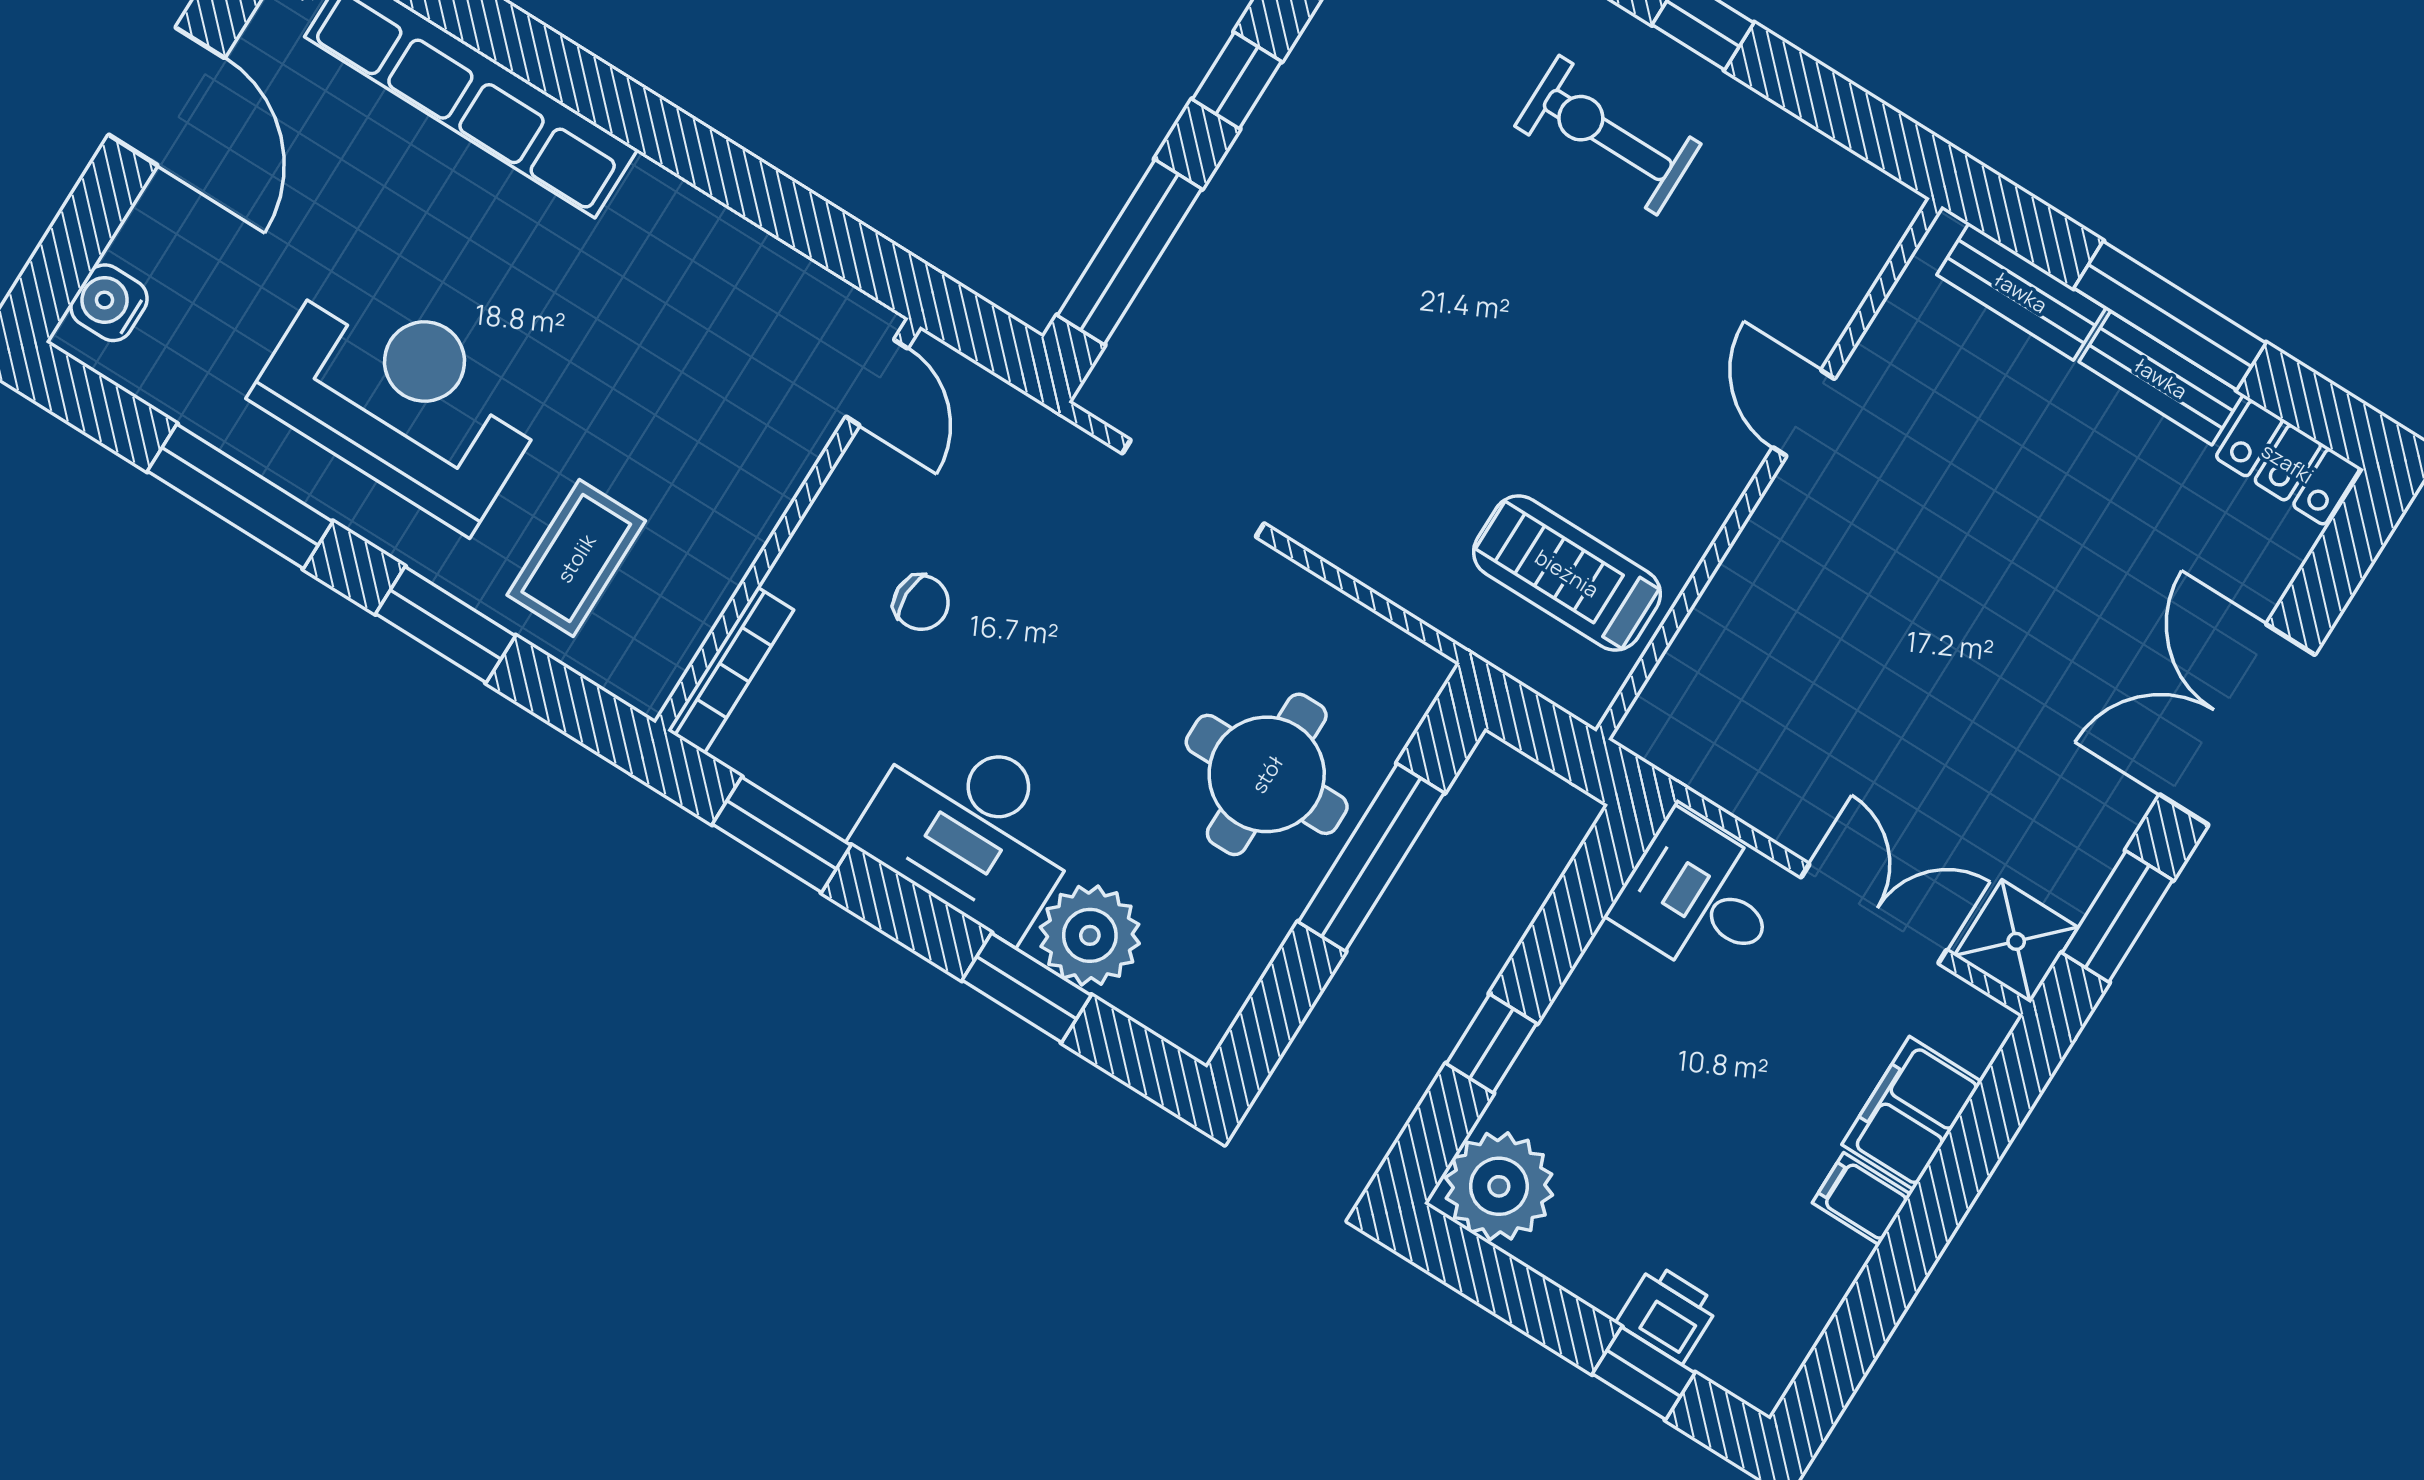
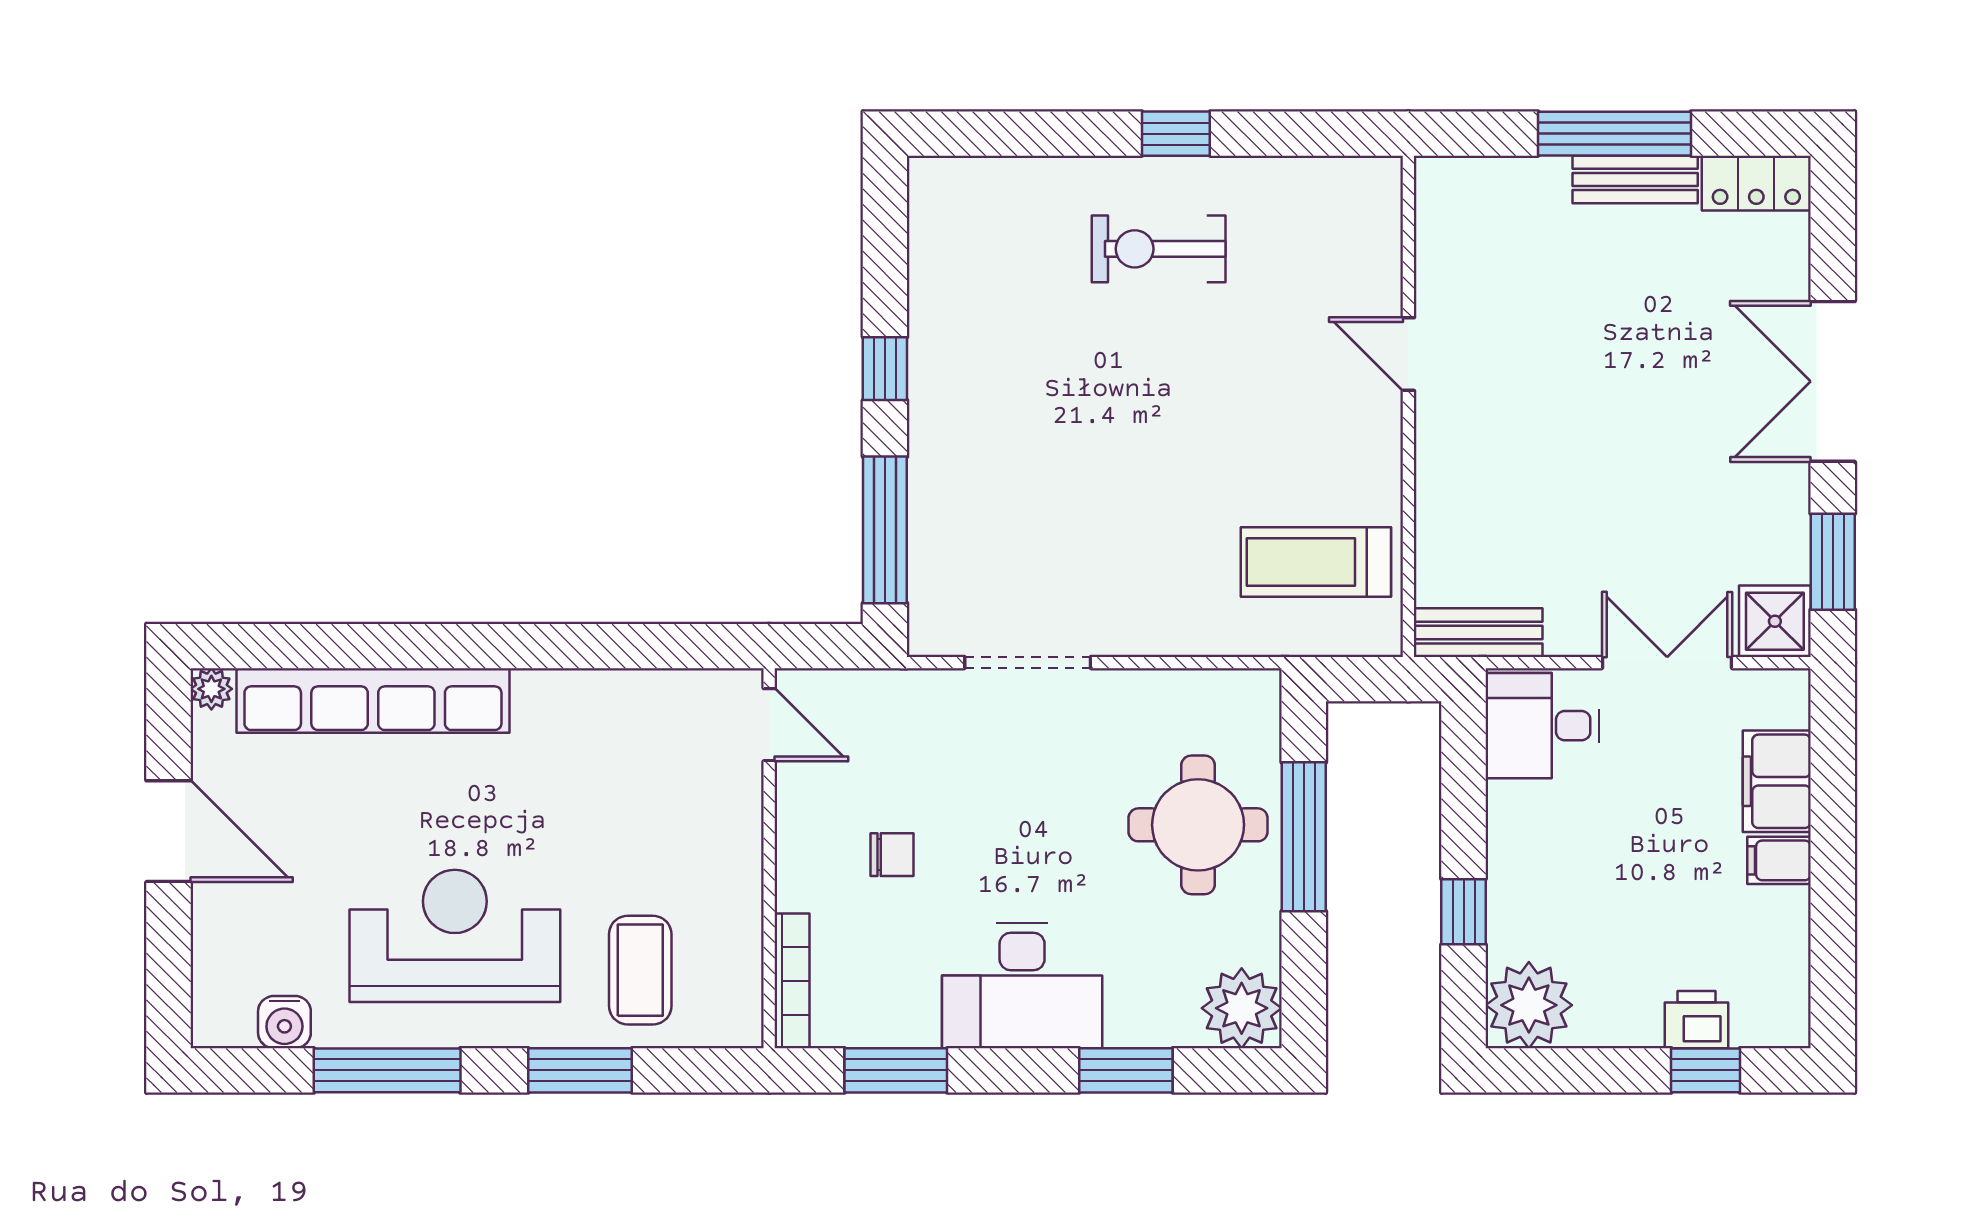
bench: (2021, 292) -> (1478, 633), moved
water cooler: (109, 303) -> (284, 1022), moved, turned -90
plant: (1090, 935) -> (1242, 1008), moved

